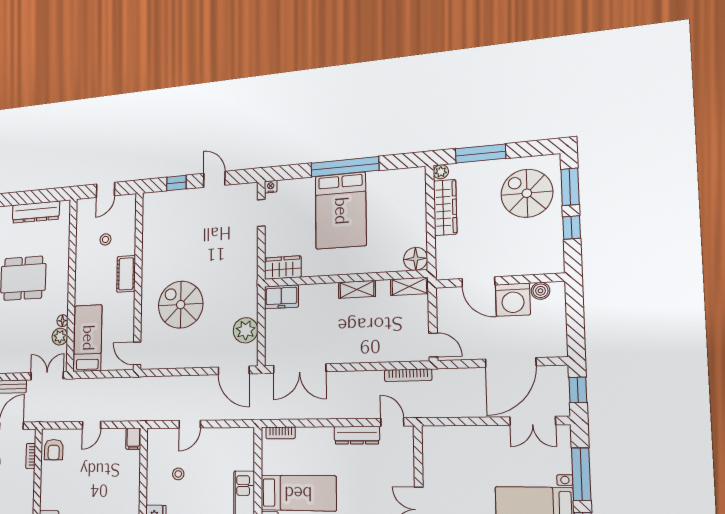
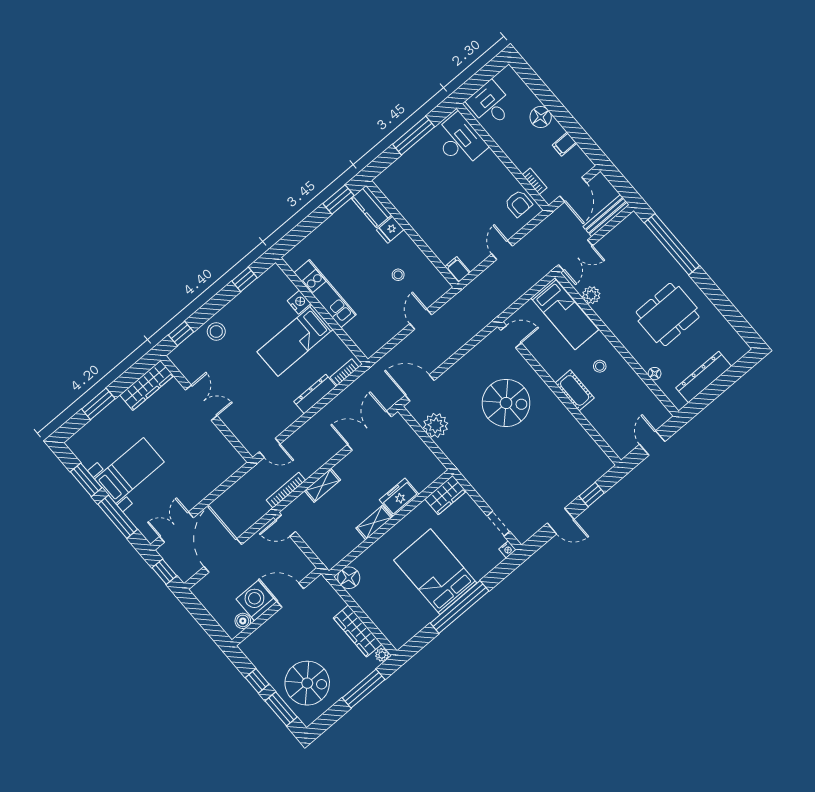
stool: (105, 239) -> (600, 366), moved
shelving: (409, 286) -> (322, 485), moved
freezer: (281, 297) -> (399, 497), moved
floor lamp: (63, 321) -> (655, 374), moved
dresser: (357, 435) -> (315, 394), moved
armchair: (54, 450) -> (519, 203), turned 180

